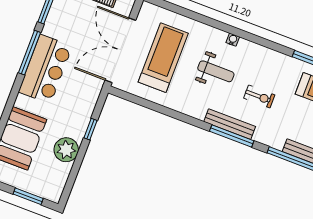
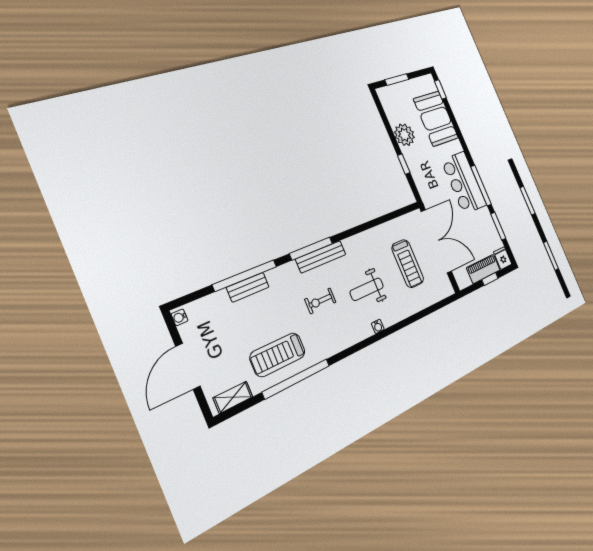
treadmill: (163, 58) -> (408, 264), width x0.73, depth x0.73

